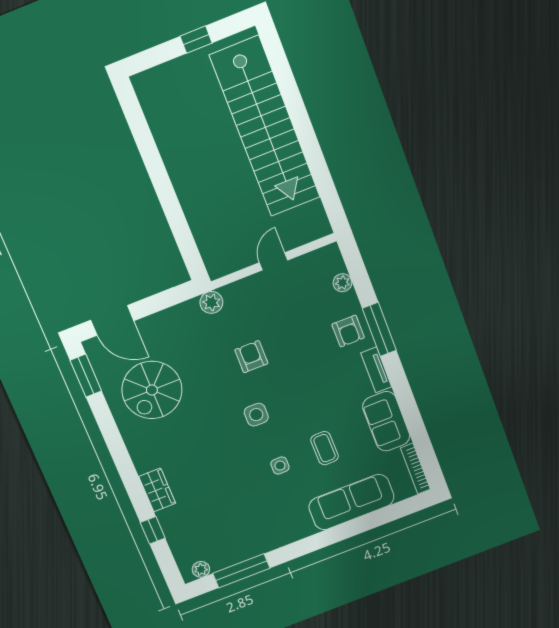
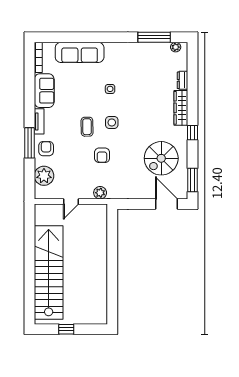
plant: (342, 283) -> (44, 176), width x1.88, depth x1.88
plant: (211, 302) -> (100, 193), moved
spiral stairs: (152, 390) -> (161, 158), turned 180
coffee table: (325, 448) -> (87, 127), moved
wardrobe: (157, 490) -> (181, 108), width x1.50
dresser: (169, 524) -> (182, 80), added
window: (153, 530) -> (192, 133), moved

